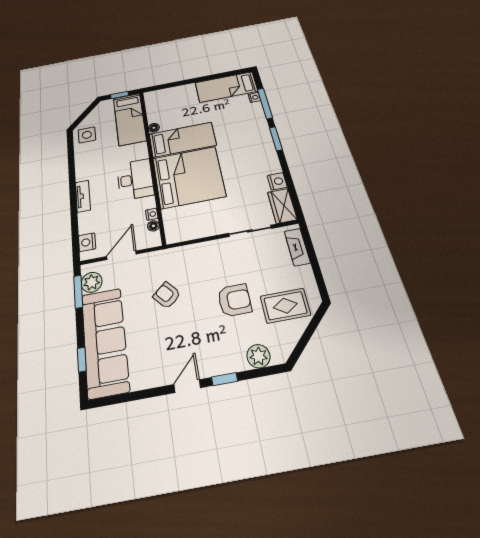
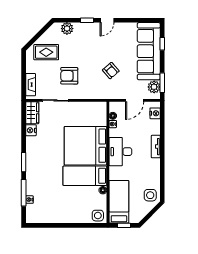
bed: (226, 87) -> (47, 214), removed
side table: (156, 99) -> (98, 216), added
armchair: (234, 300) -> (69, 76), moved

